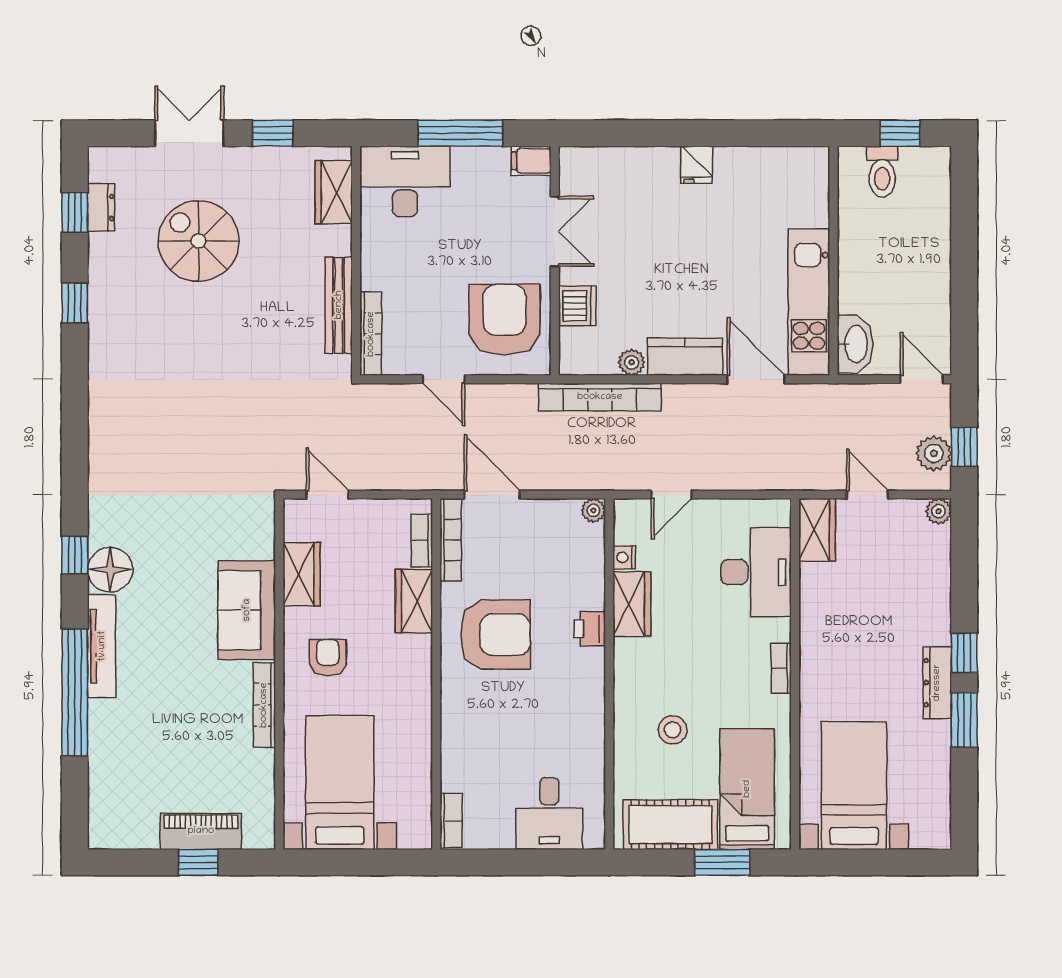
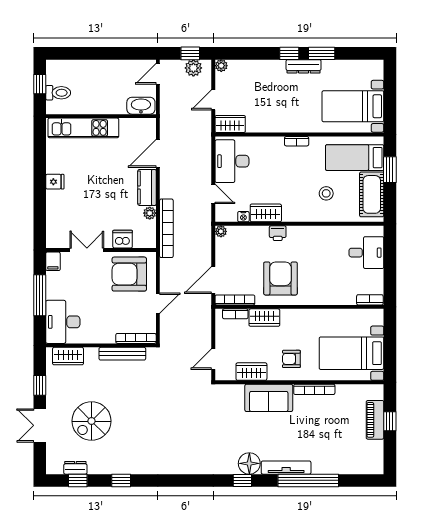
kitchen unit: (809, 302) -> (83, 128), moved
desk: (756, 572) -> (232, 161), moved, turned -90

